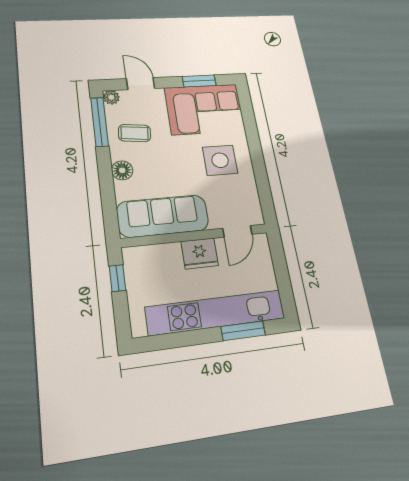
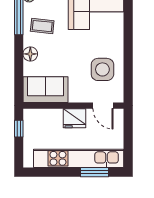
side table: (220, 160) -> (102, 69), moved
sofa: (163, 216) -> (46, 90), width x0.73
door: (237, 231) -> (103, 106), hinge flipped

